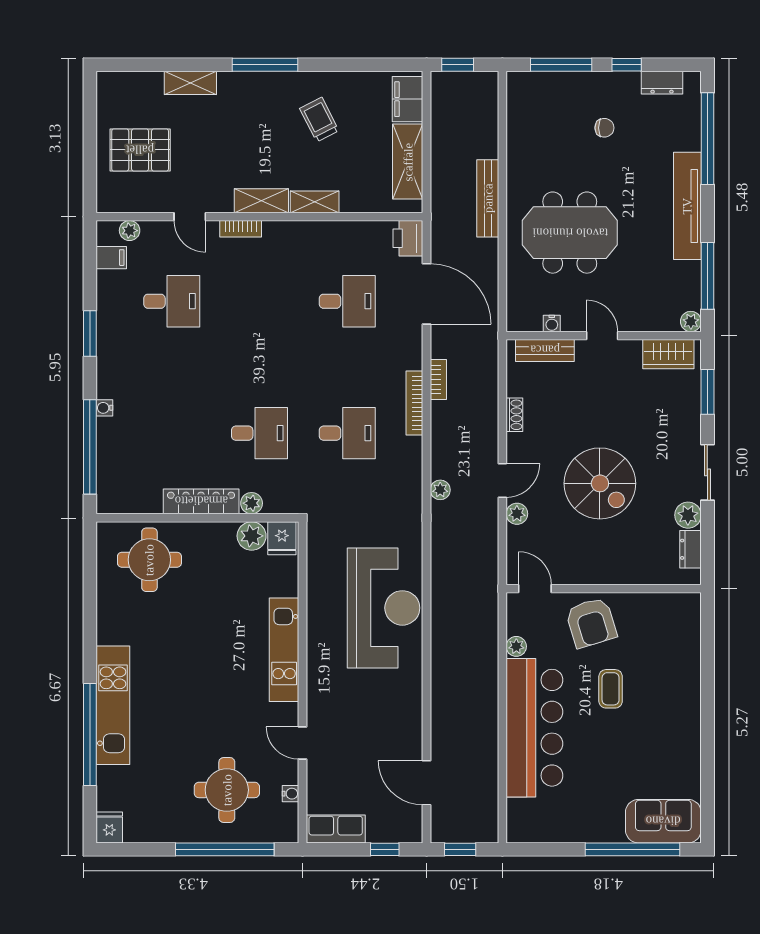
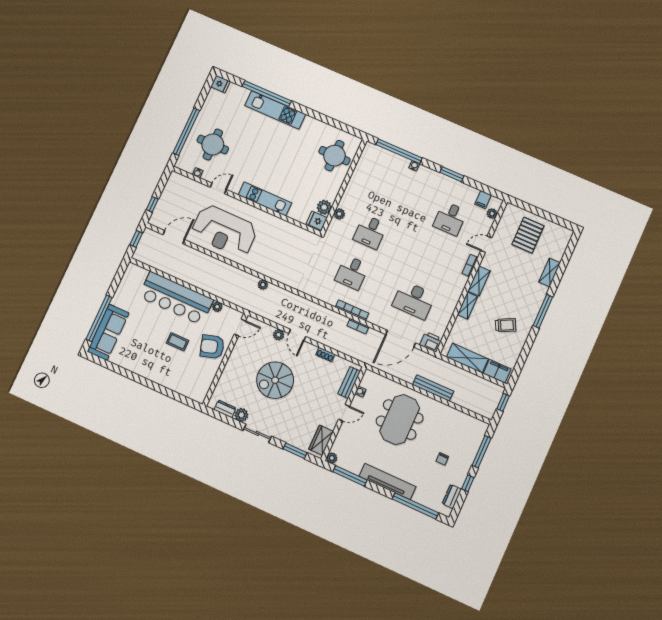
desk: (347, 301) -> (414, 300), width x1.37
plant: (440, 490) -> (263, 285), moved
locker: (201, 501) -> (351, 191), removed
reception desk: (384, 608) -> (224, 231), moved
sofa: (663, 821) -> (108, 332), width x1.36
row of seats: (336, 829) -> (172, 186), removed

